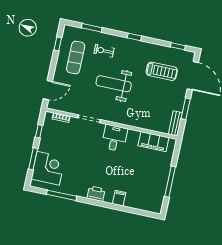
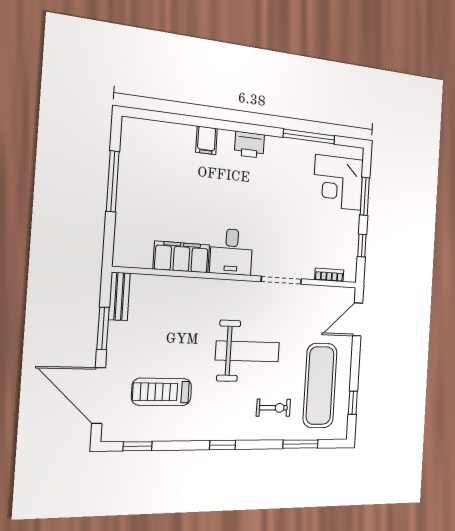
exercise mat: (76, 58) -> (320, 385), width x1.36, depth x1.45
filing cabinet: (153, 142) -> (181, 257), moved

